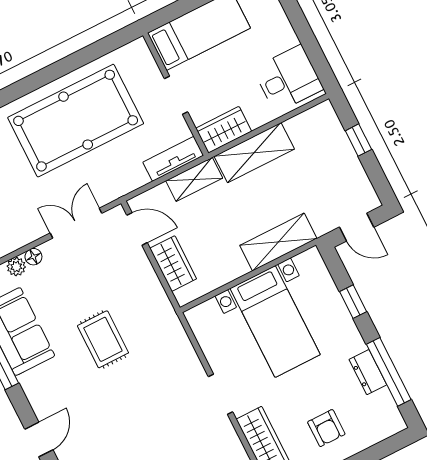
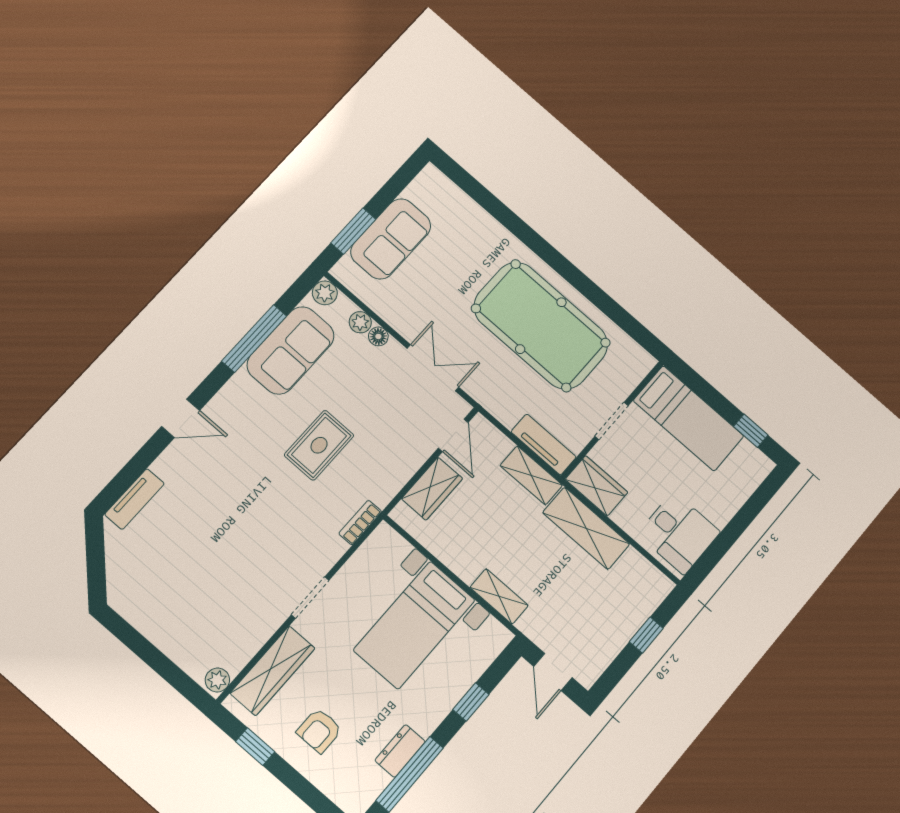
shelving: (278, 242) -> (499, 596), width x0.67, depth x0.75
bookcase: (177, 331) -> (360, 523), added

